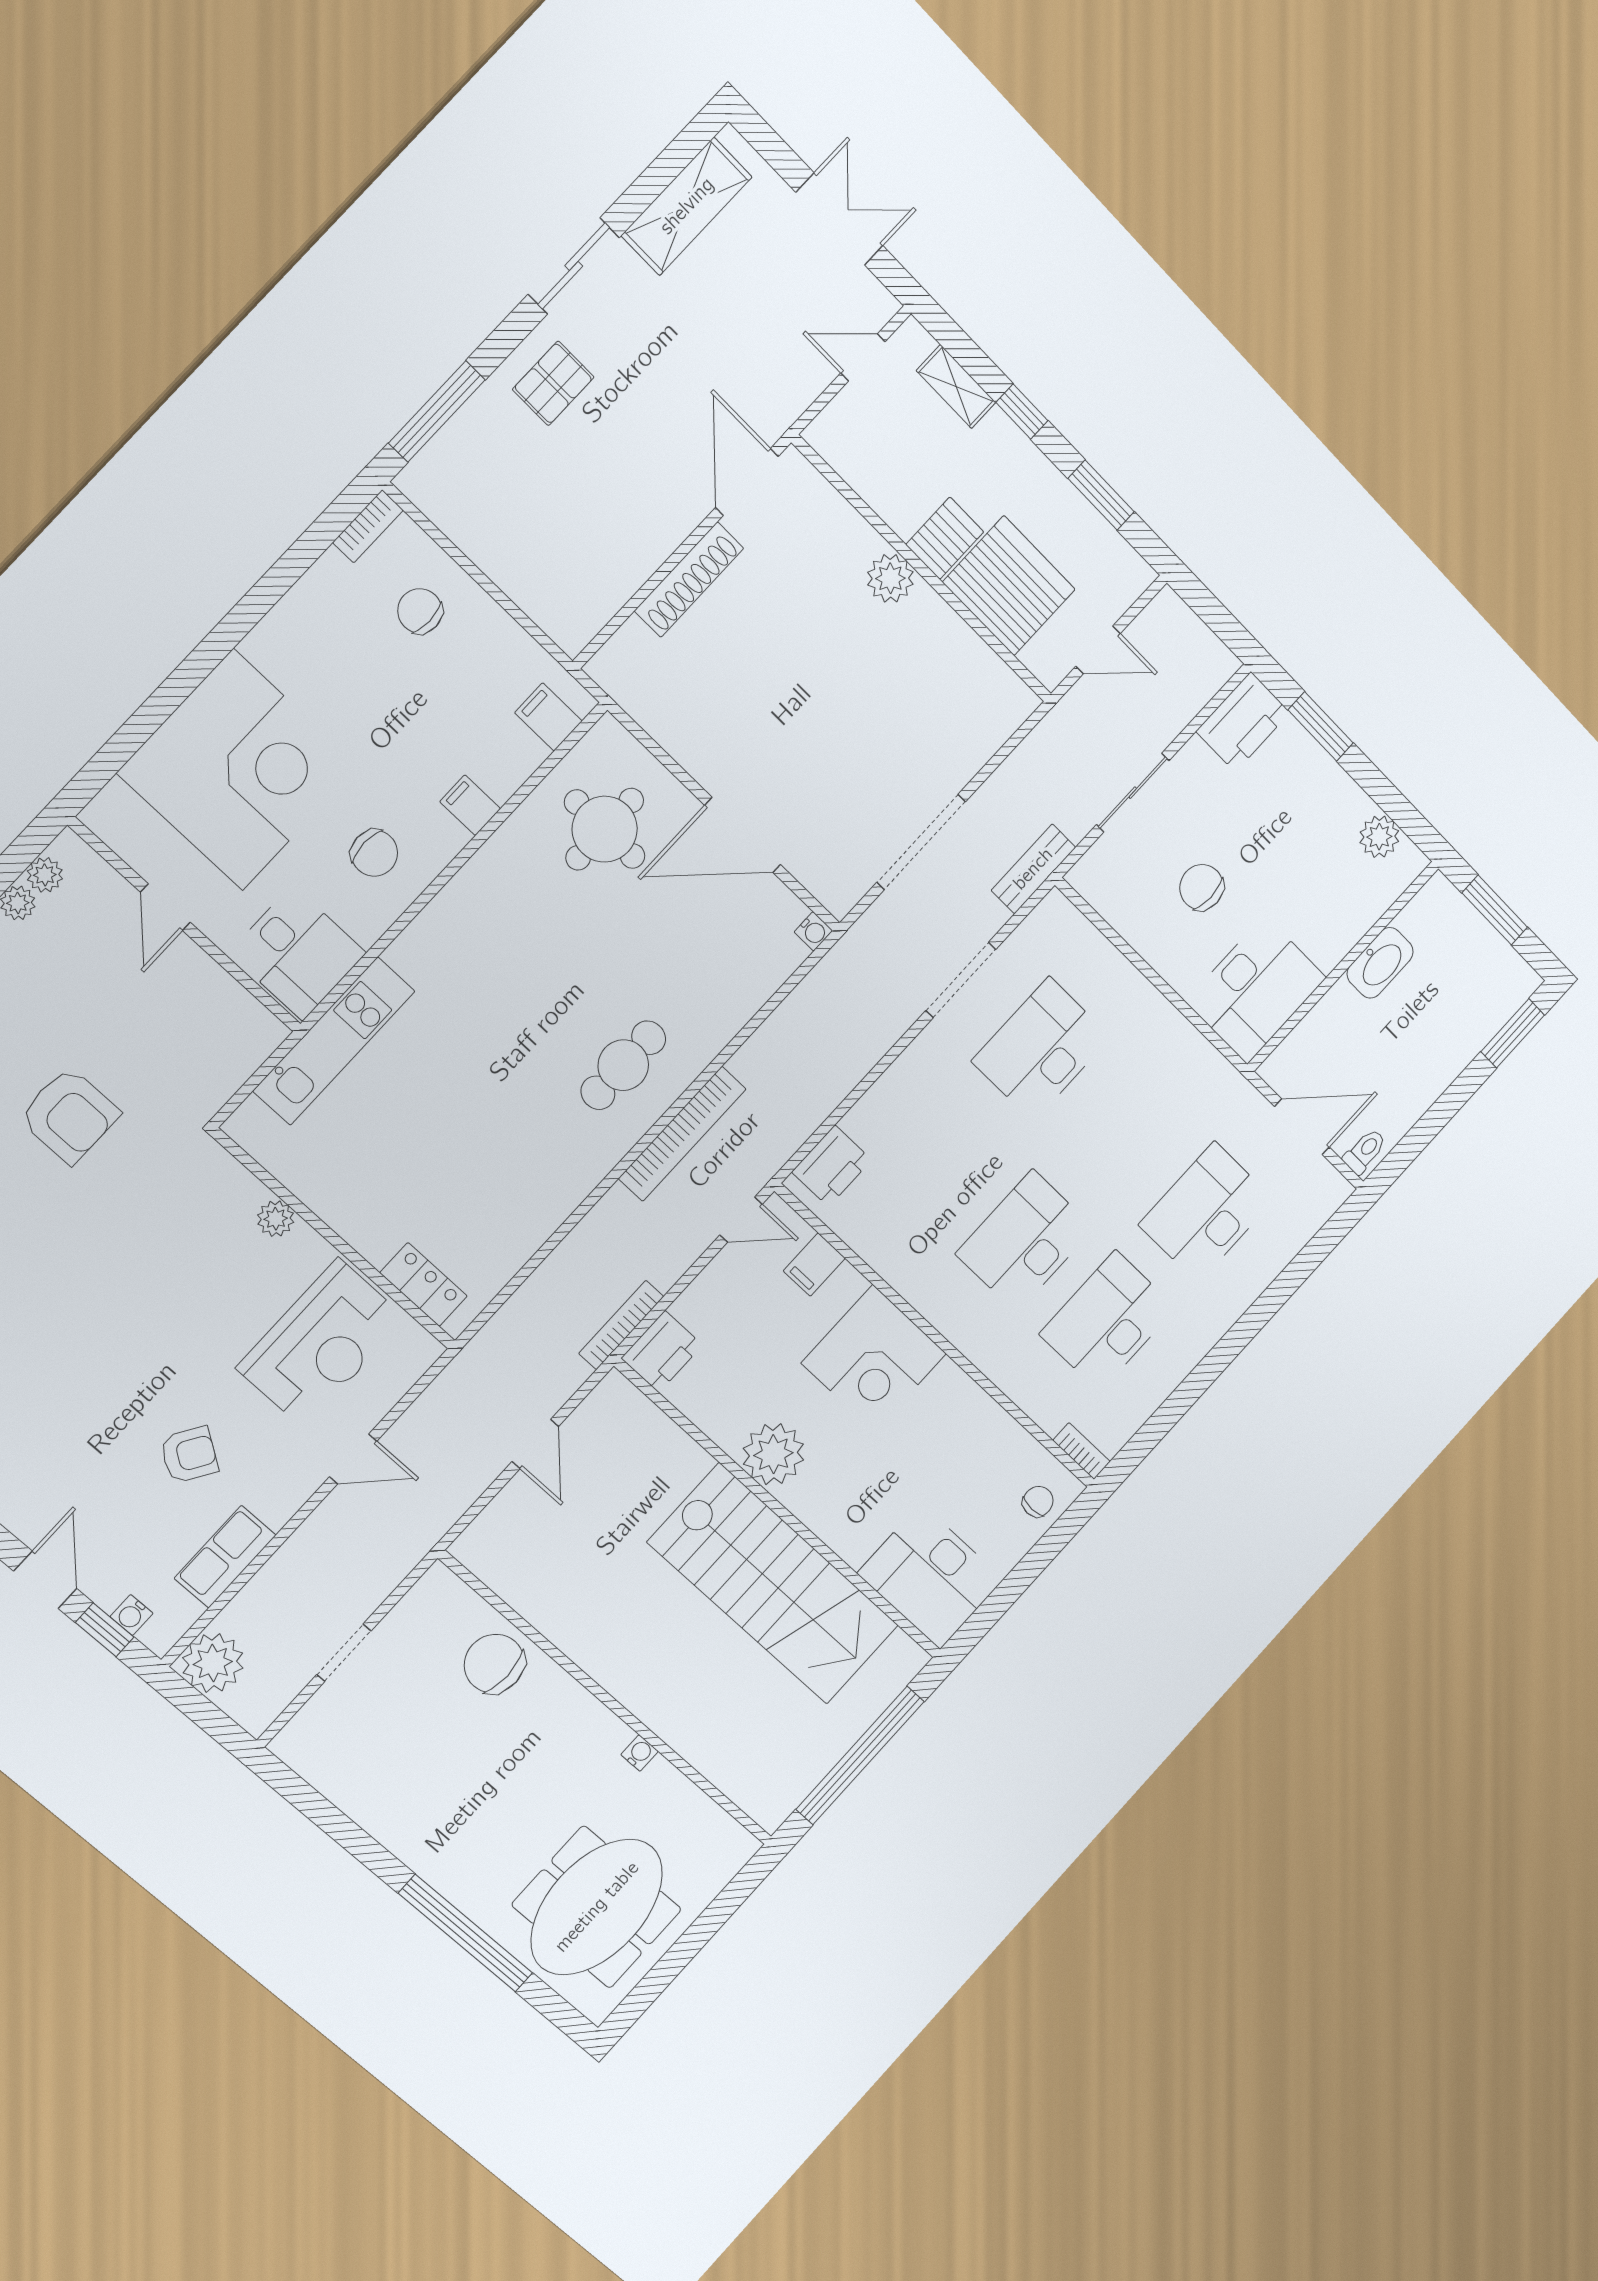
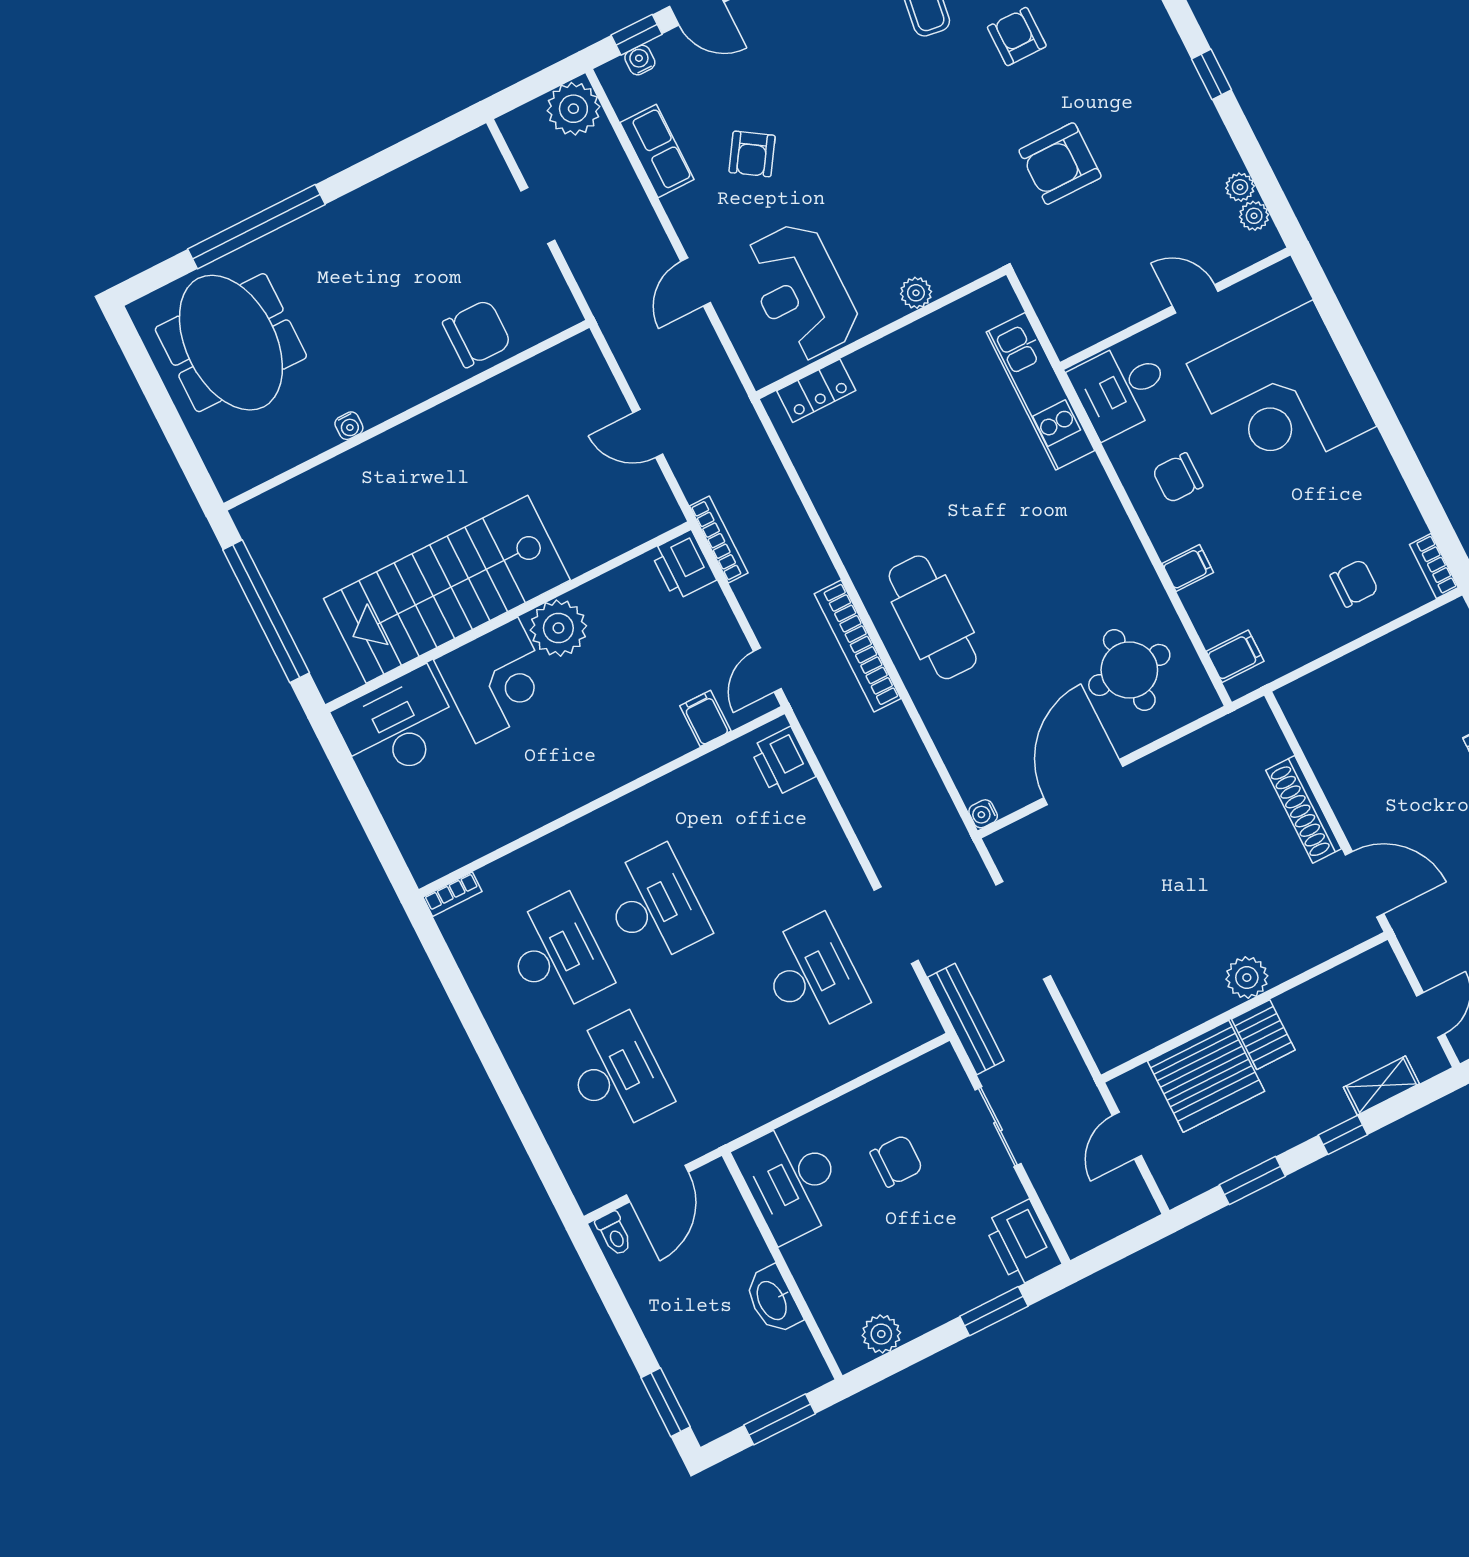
bench: (1033, 869) -> (966, 1019), width x1.36
cafe table: (623, 1065) -> (933, 617), width x1.37, depth x1.35
corner desk: (874, 1358) -> (497, 680), moved, turned 180
chair: (1038, 1502) -> (424, 841), removed

